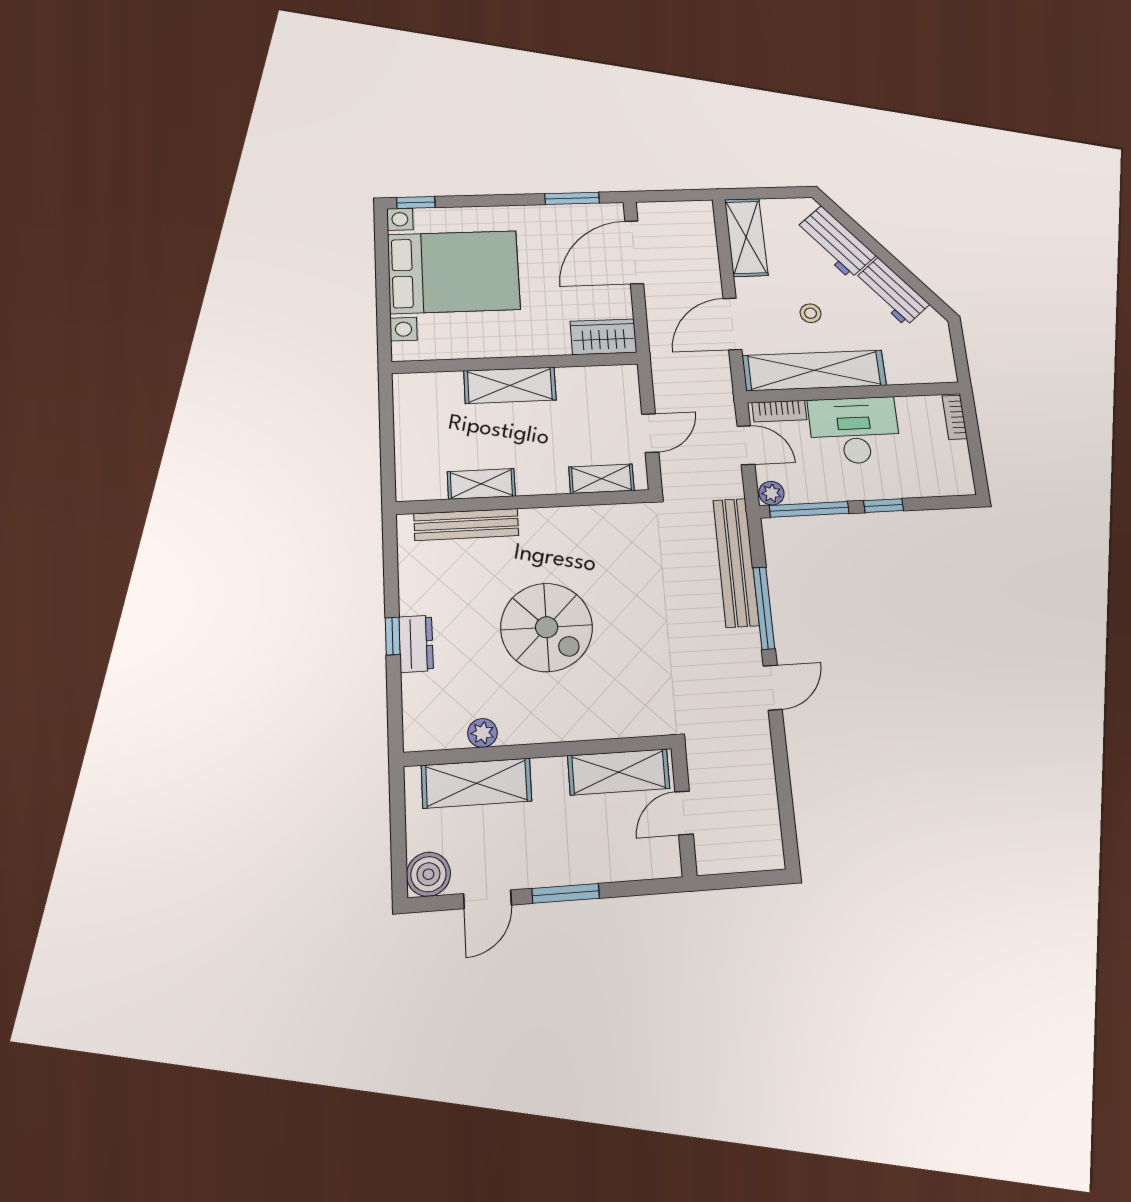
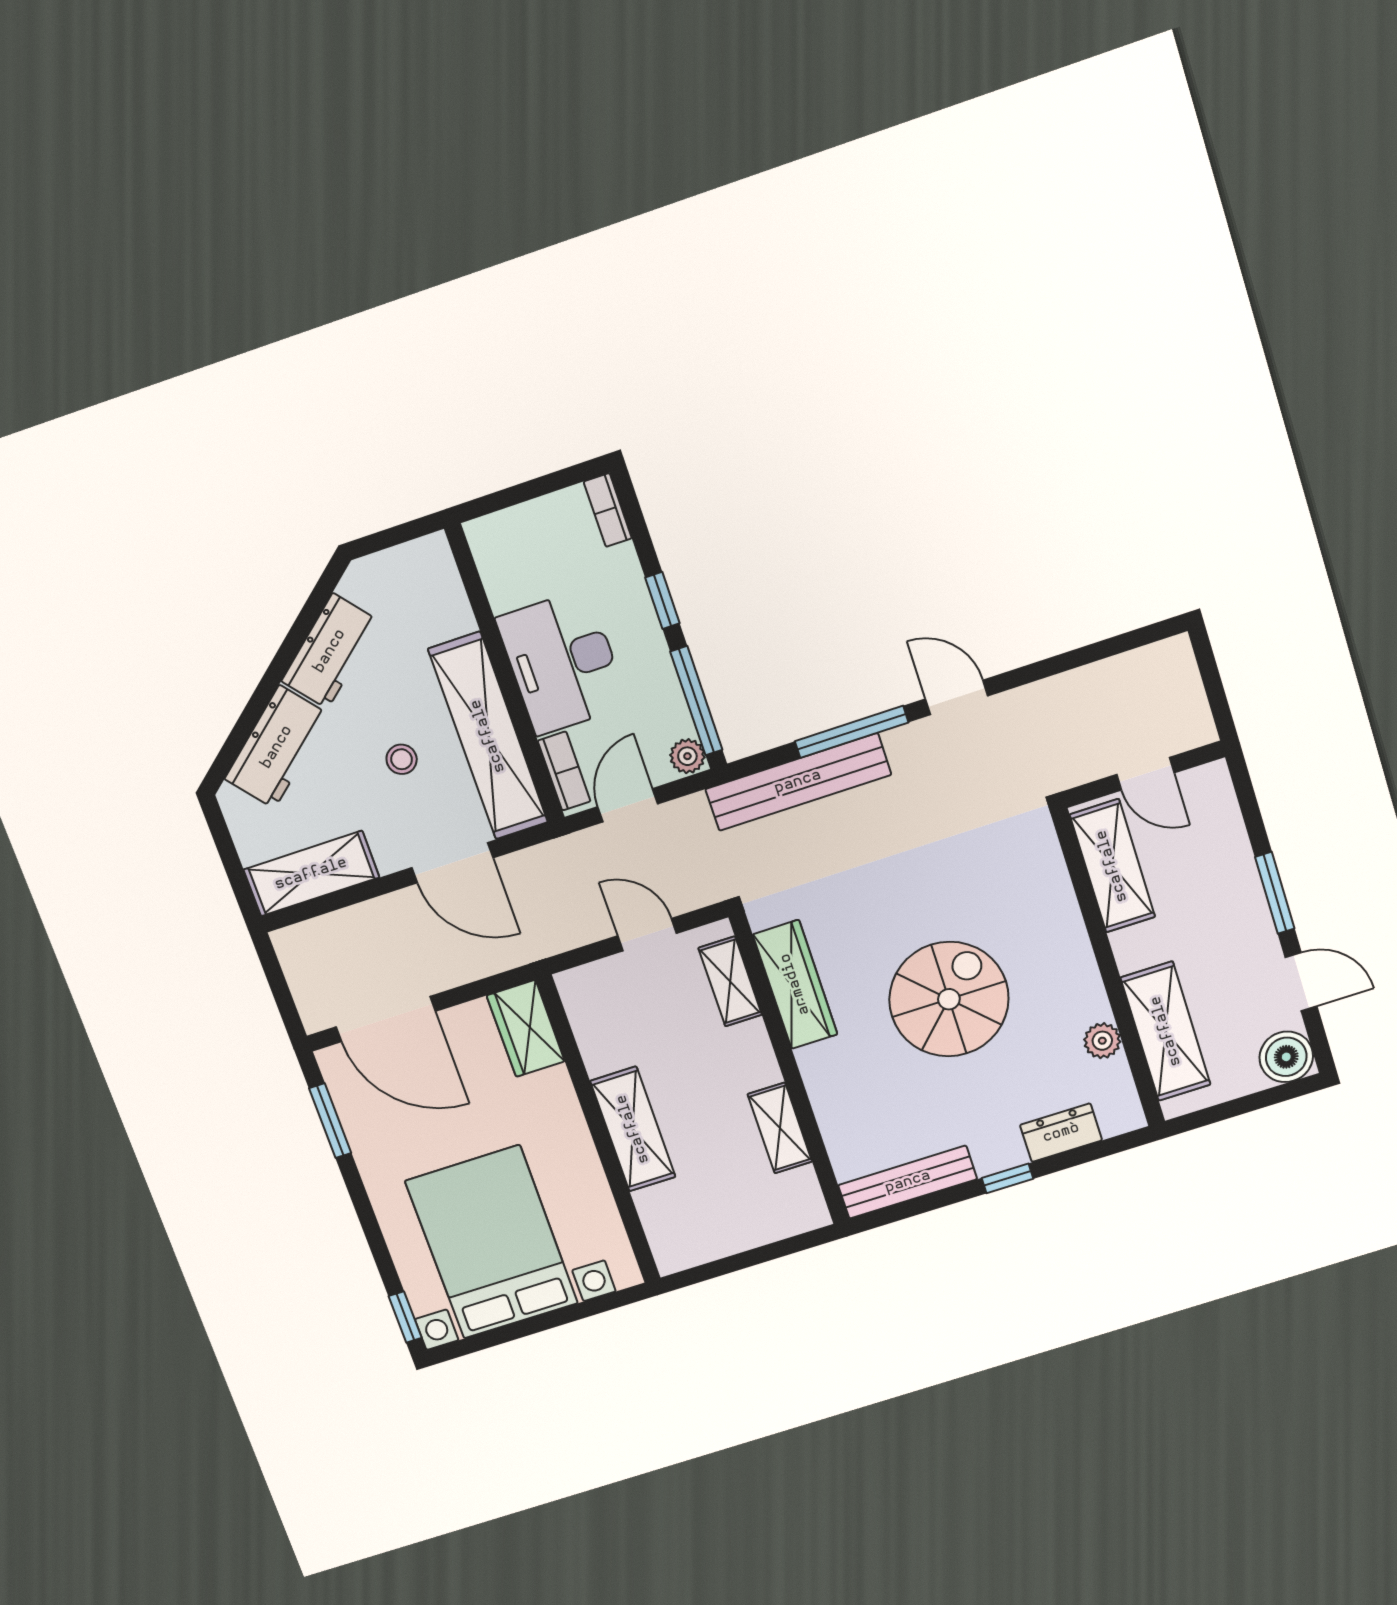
bookcase: (955, 417) -> (608, 510), moved, turned 90
wardrobe: (587, 522) -> (795, 984), added
bench: (466, 525) -> (908, 1182), moved, turned 90
dresser: (416, 644) -> (1061, 1133), moved

